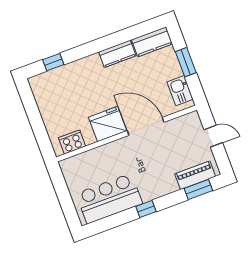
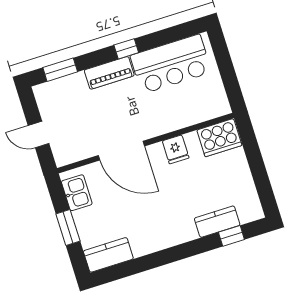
kitchen counter: (117, 54) -> (217, 222), moved
fridge: (108, 124) -> (176, 149), width x0.53, depth x0.75
cooker: (72, 142) -> (219, 138), width x1.37, depth x1.31
piano: (195, 175) -> (109, 73), moved

